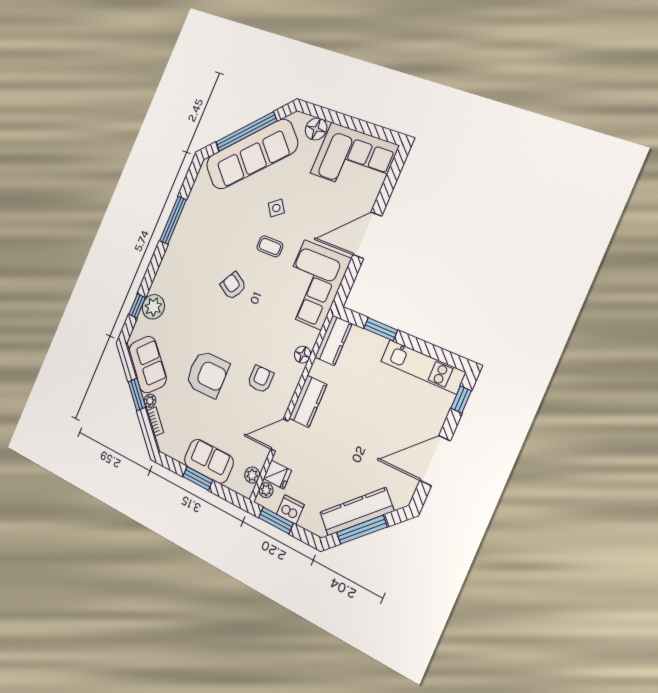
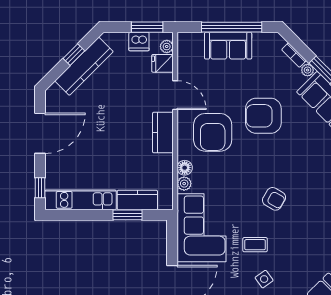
kitchen counter: (333, 340) -> (137, 200), moved, turned 90
armchair: (260, 379) -> (213, 132), width x1.88, depth x1.88
door: (279, 435) -> (175, 95), hinge flipped
plant: (252, 475) -> (184, 184), moved
window: (198, 478) -> (232, 27), width x2.11
window: (362, 530) -> (74, 55), width x0.46

